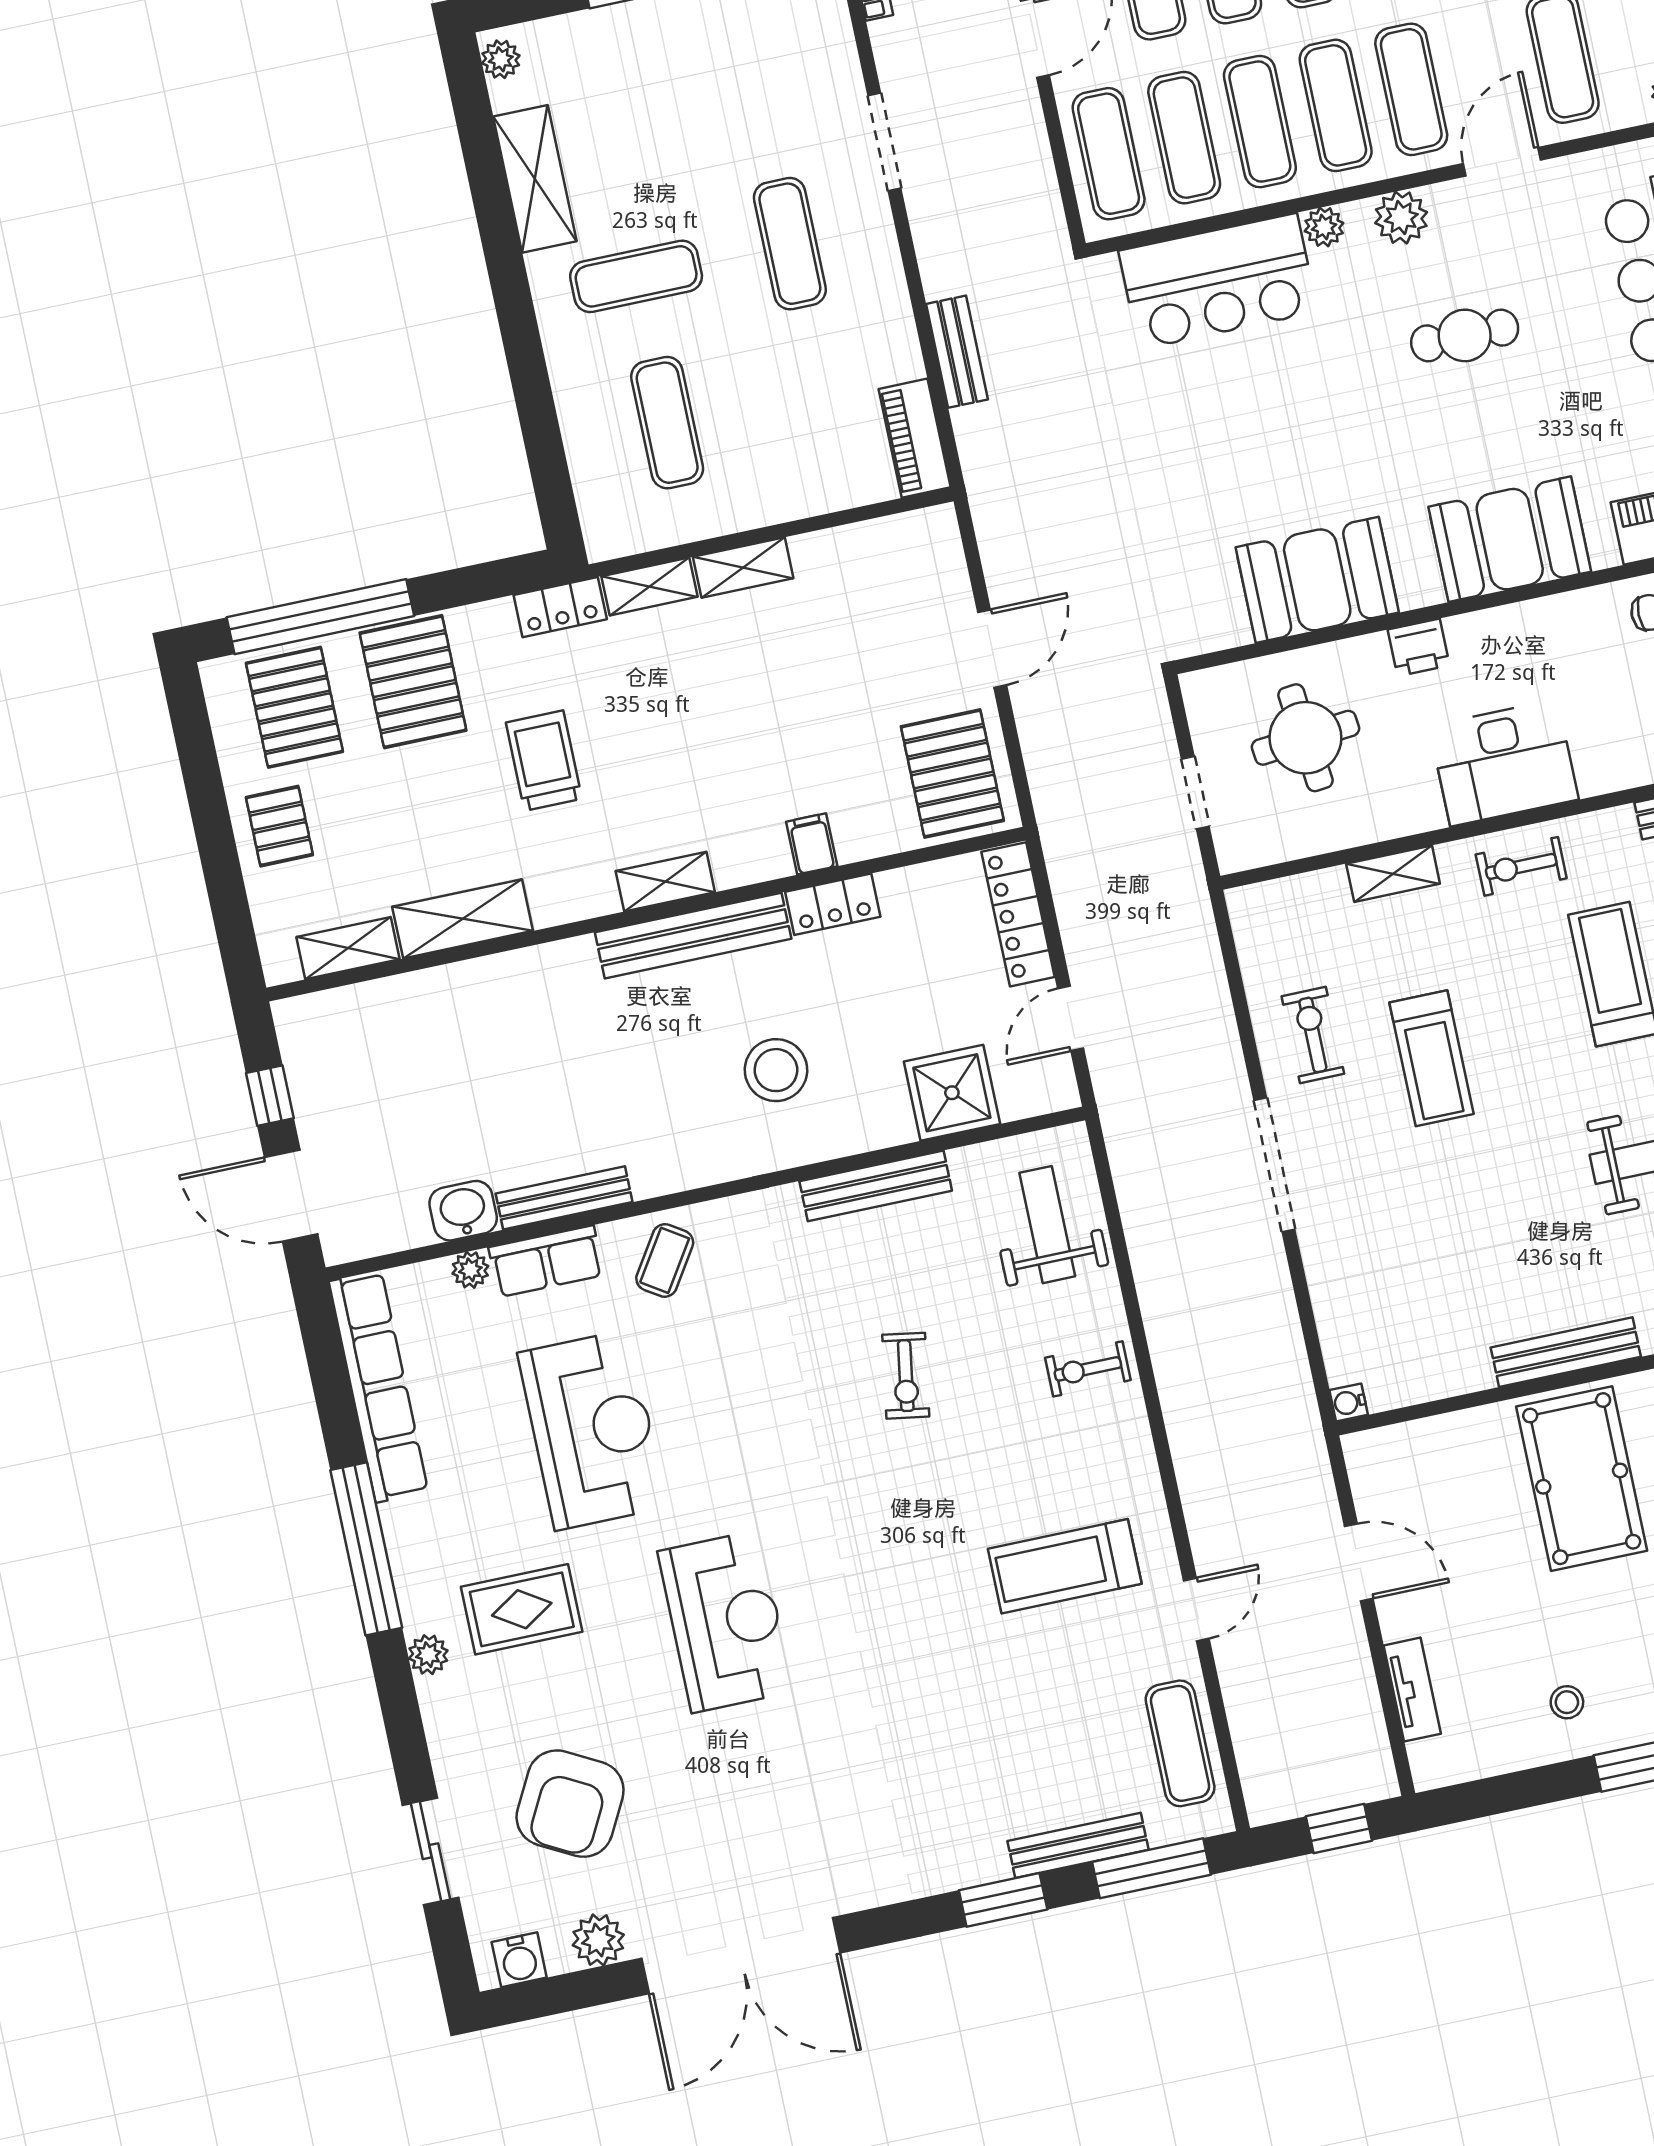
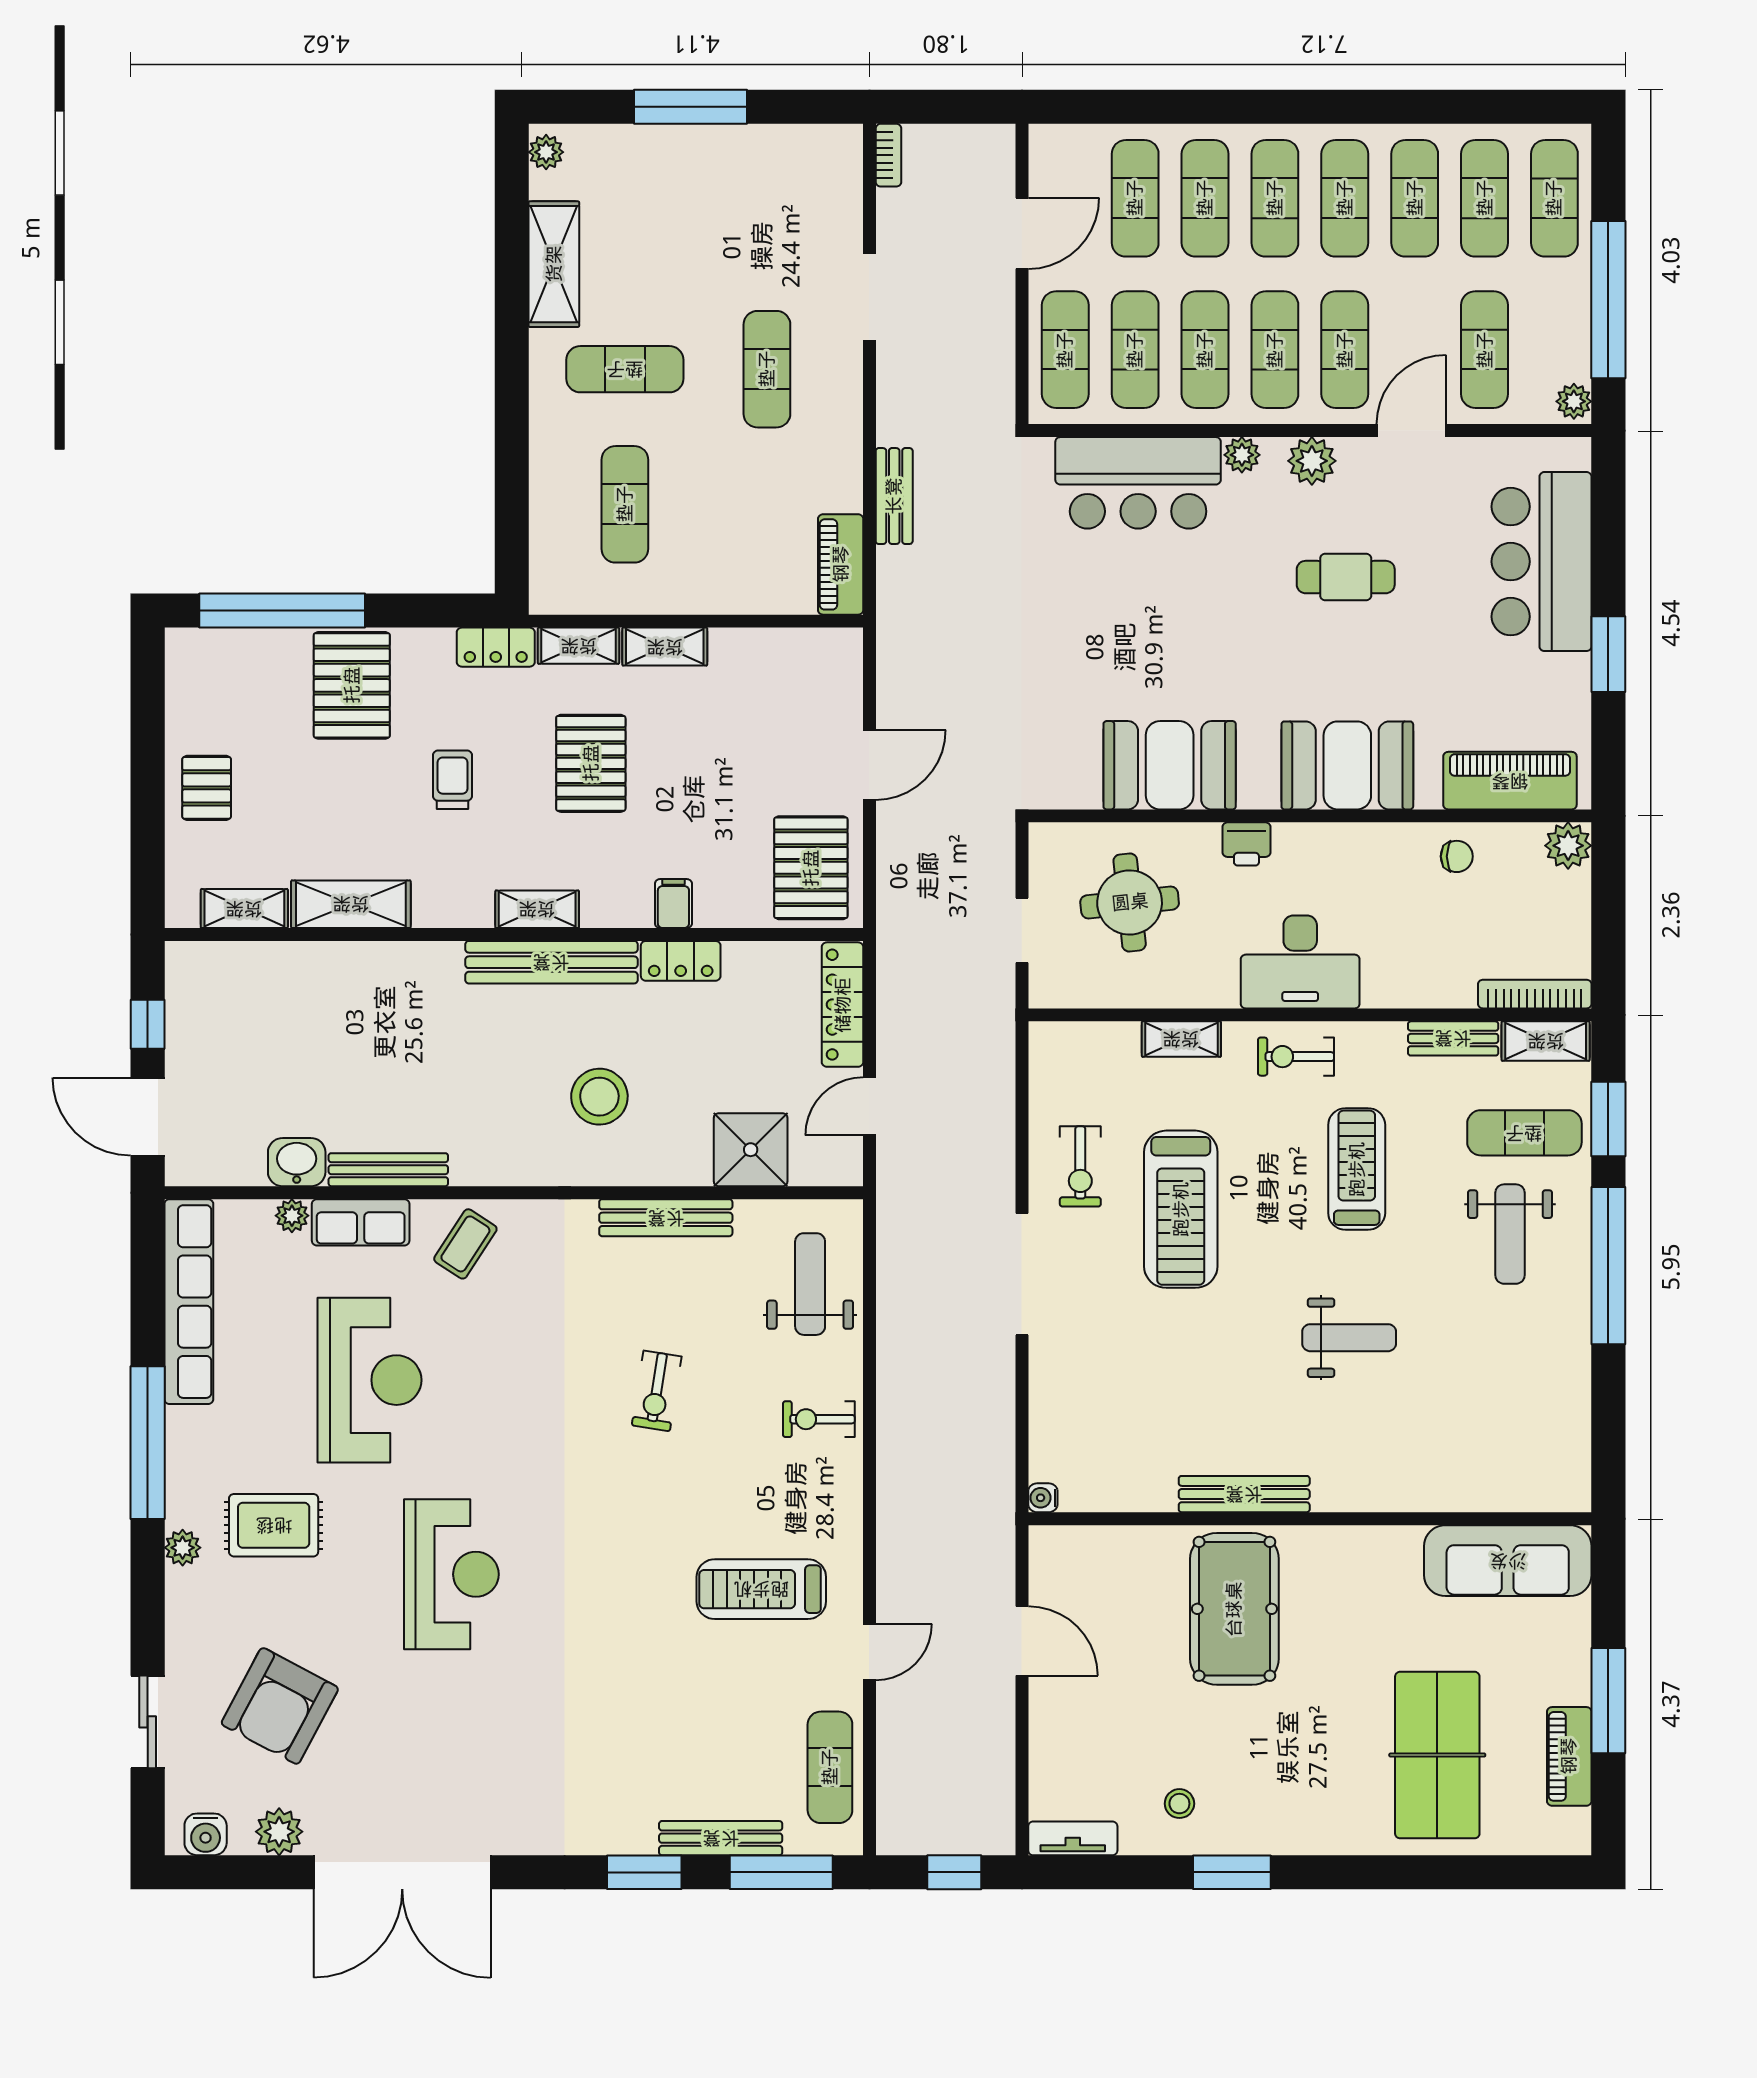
pallet: (294, 707) -> (591, 763), moved
trolley: (544, 761) -> (453, 780), width x0.73, depth x0.72
exercise bike: (1313, 1035) -> (1080, 1166), turned 180
treadmill: (1432, 1058) -> (1181, 1209), width x1.37, depth x1.38
tv unit: (1412, 1690) -> (1073, 1838), moved, turned -90

